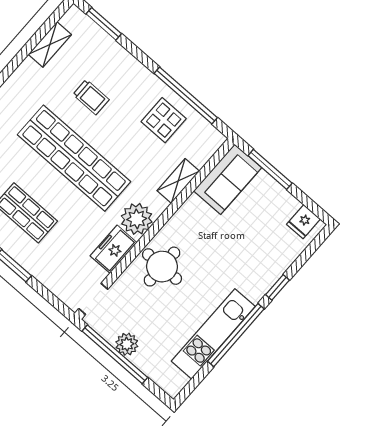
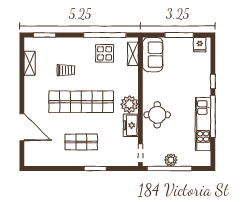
window: (270, 169) -> (179, 35), moved
shelving: (178, 181) -> (133, 54), moved

